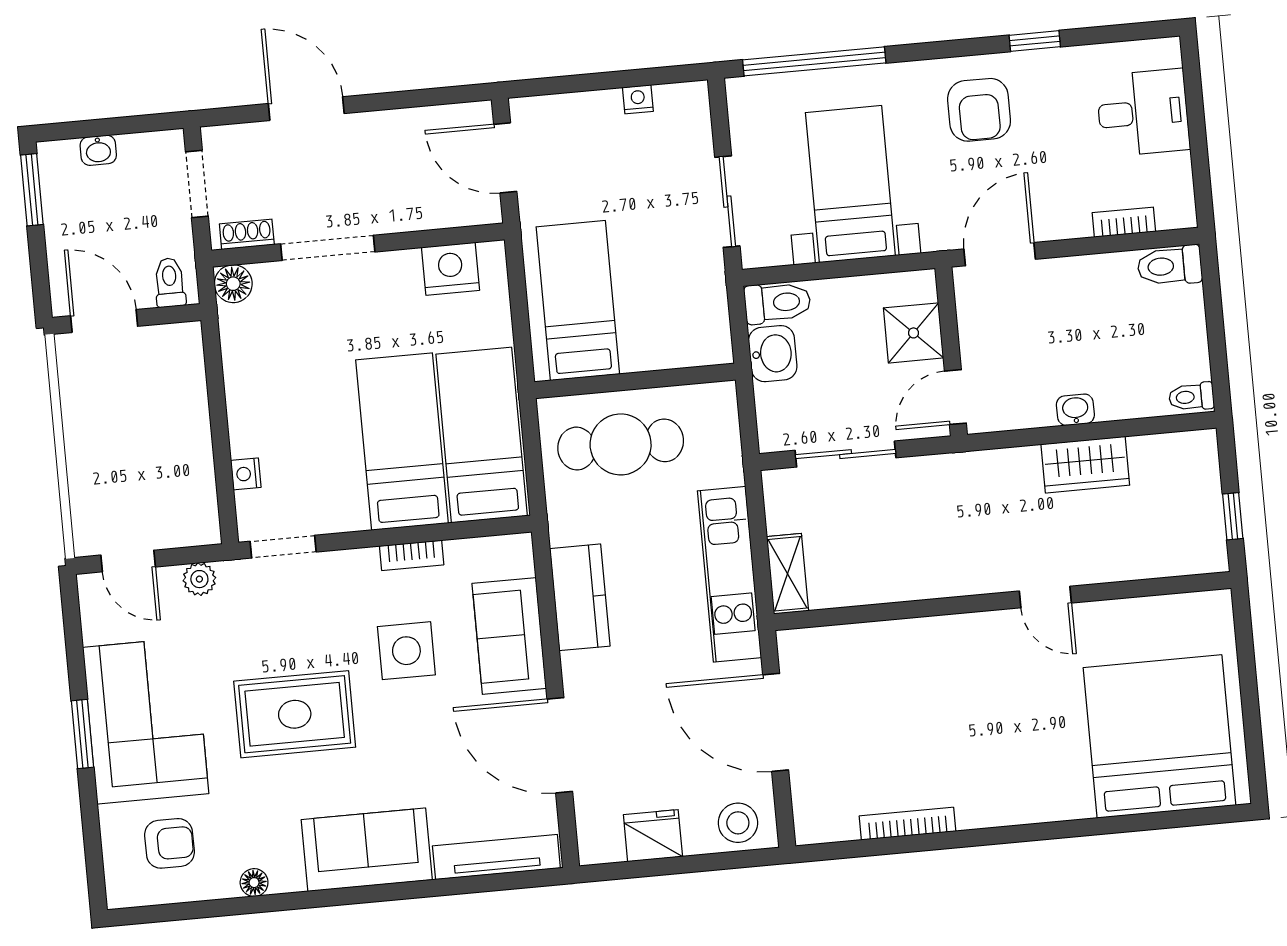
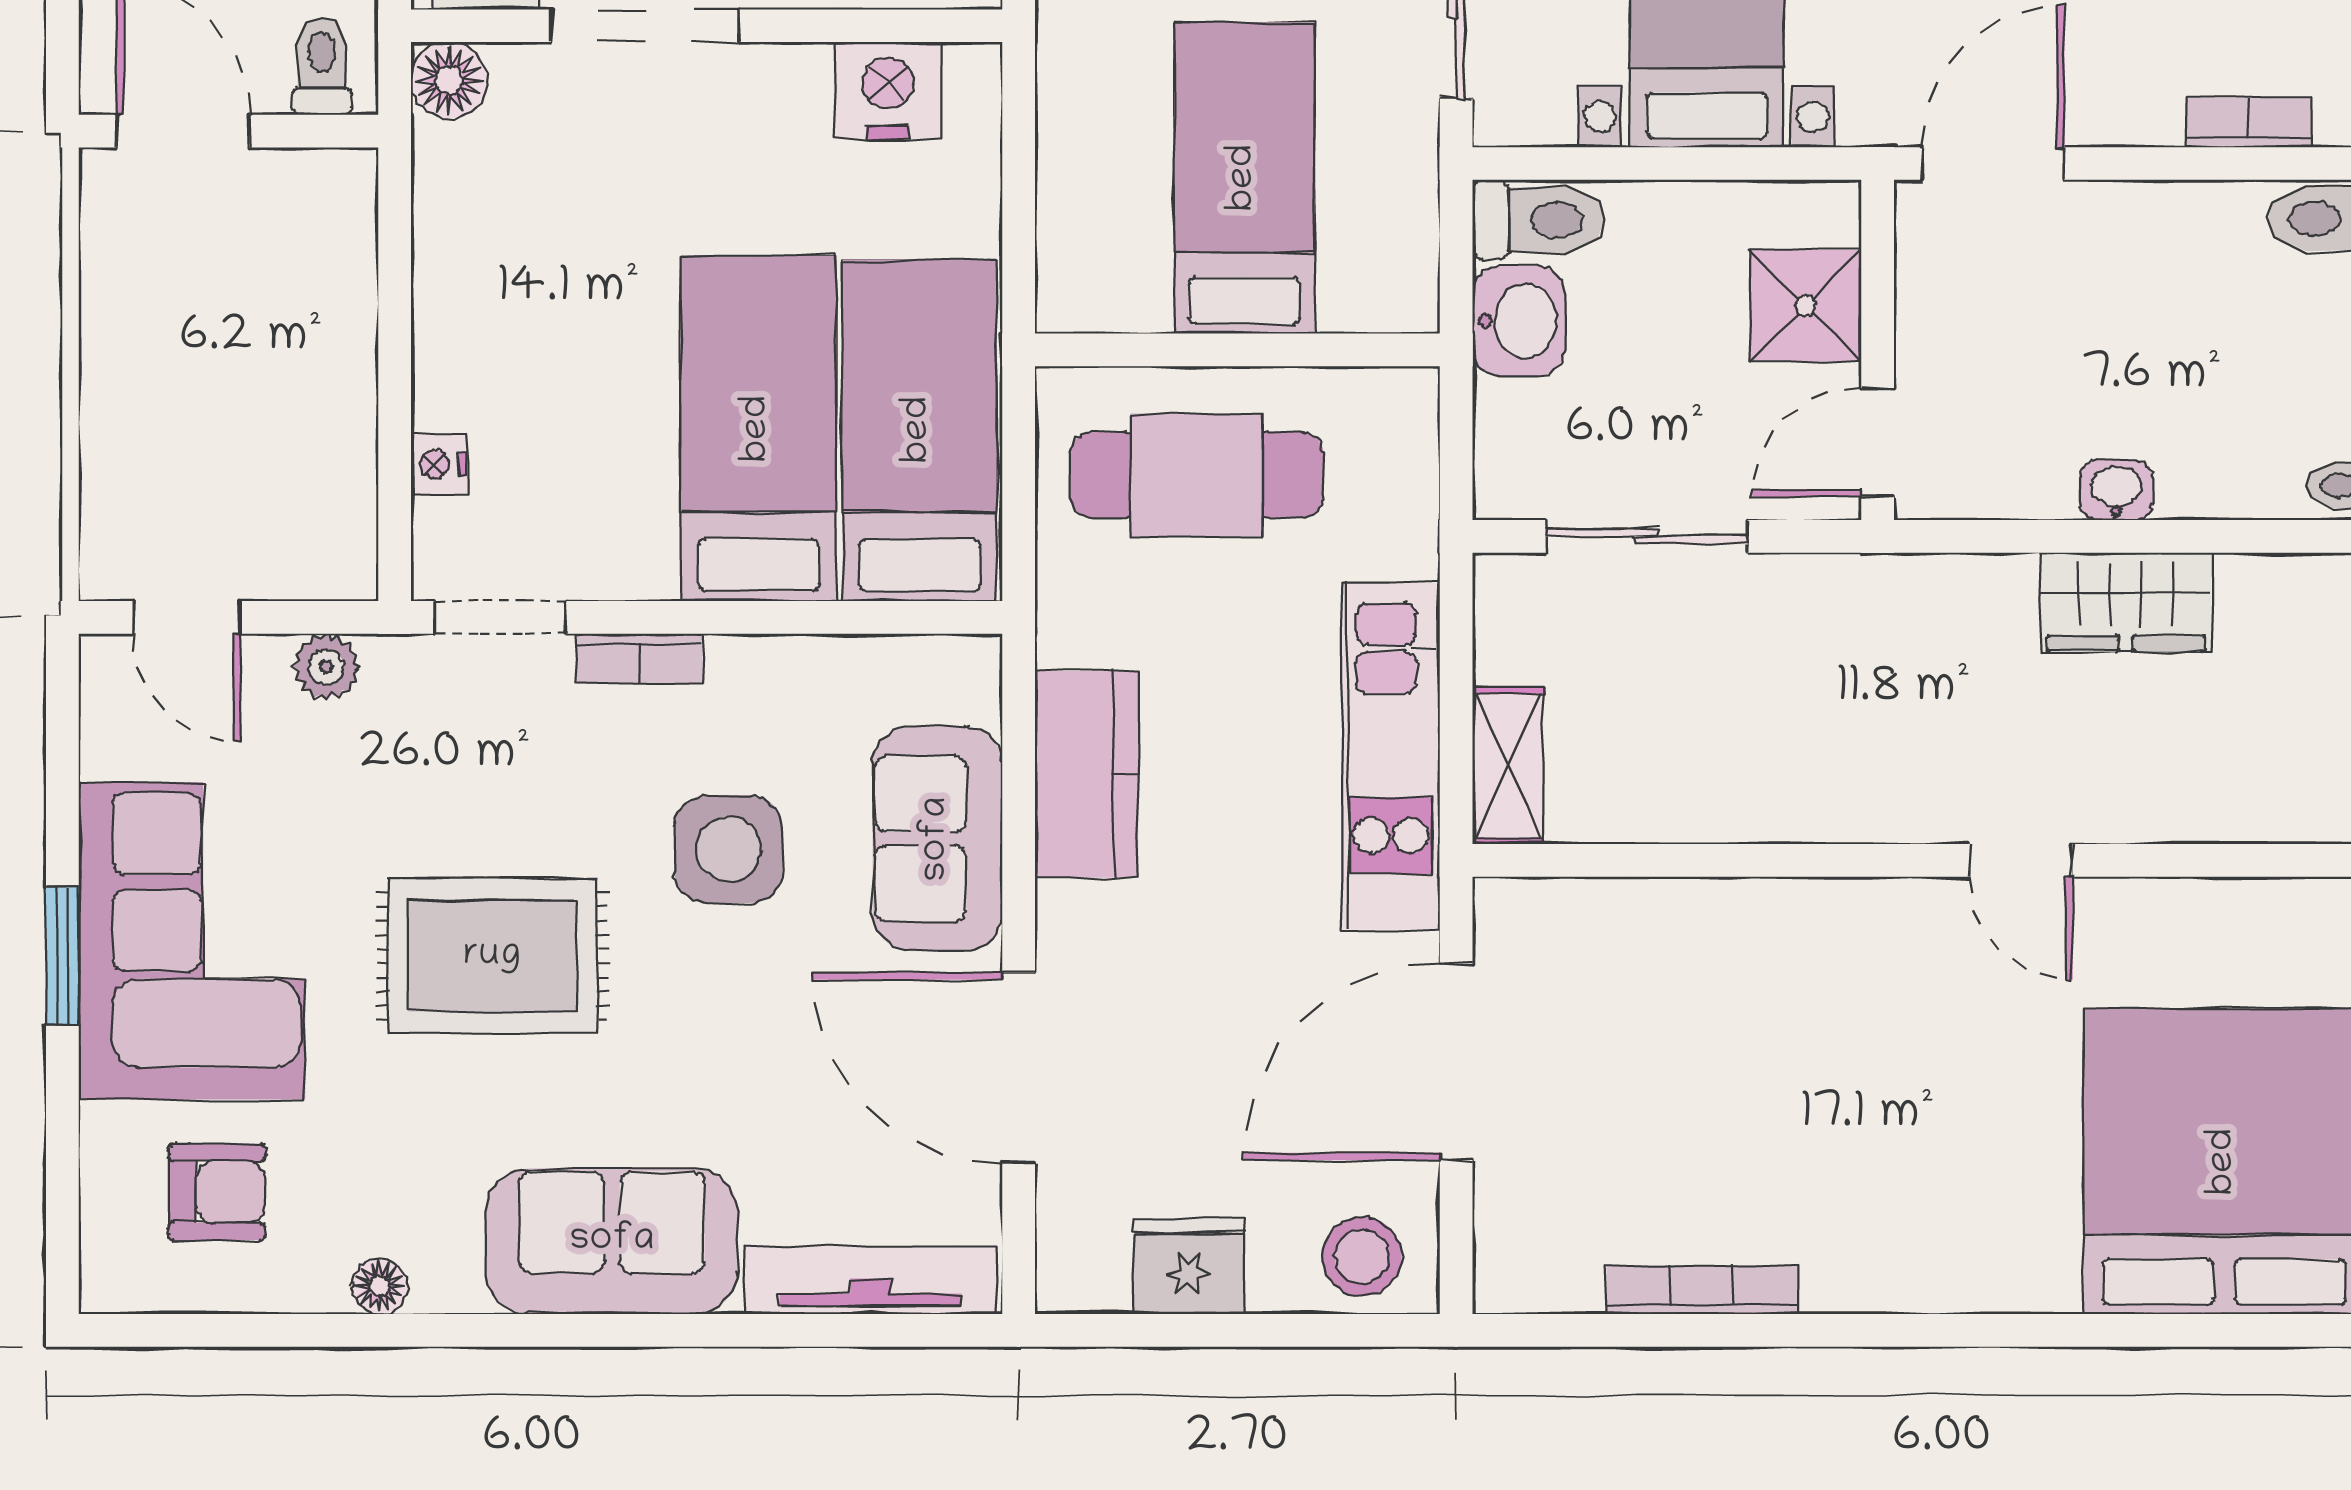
bed: (578, 300) -> (1244, 178), moved
bookcase: (412, 555) -> (639, 659), moved
door: (776, 722) -> (1456, 1062), hinge flipped

